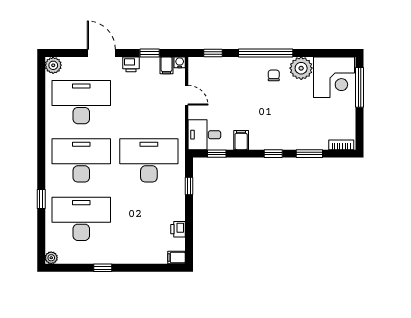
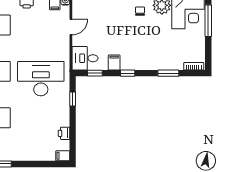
door: (187, 95) -> (71, 27), hinge flipped
window: (273, 154) -> (128, 73), moved

